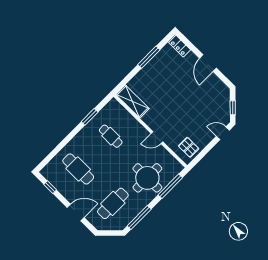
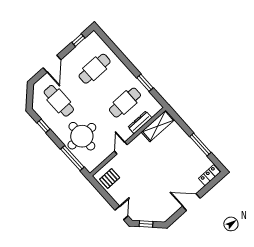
dresser: (130, 120) -> (140, 122), added
cafe table: (111, 136) -> (125, 103), width x1.37, depth x1.35
window: (139, 218) -> (43, 126), width x0.46

